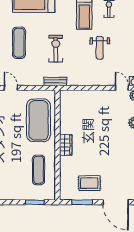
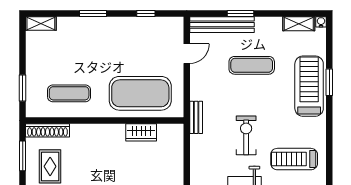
exercise bike: (56, 49) -> (246, 135), moved, turned -90
wardrobe: (66, 145) -> (141, 132), moved
shoe rack: (64, 185) -> (48, 130), added

